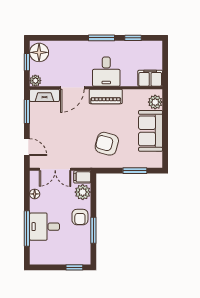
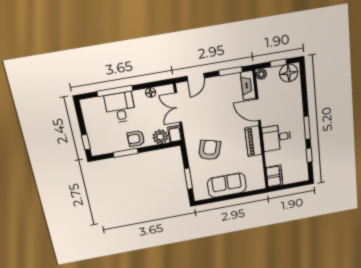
plant: (155, 102) -> (253, 184), removed

